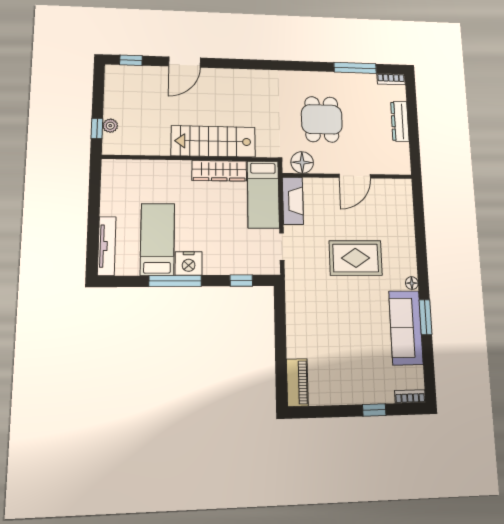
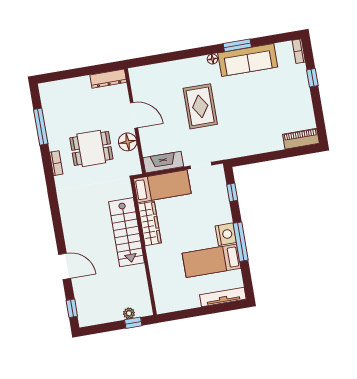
bookcase: (391, 79) -> (56, 163), moved
dresser: (400, 121) -> (108, 79), moved
floor lamp: (302, 162) -> (128, 142), moved

